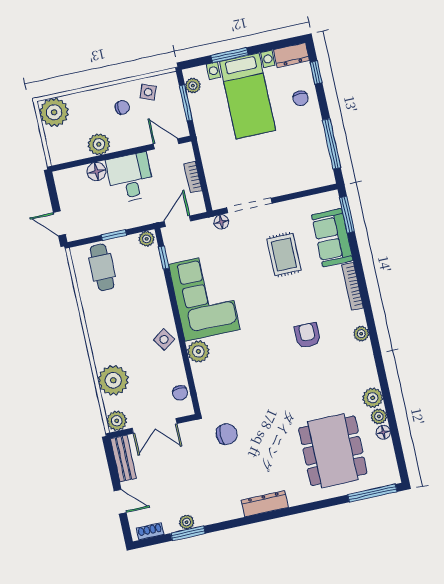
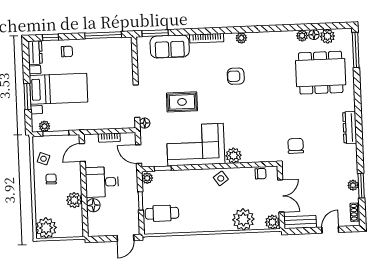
rug: (284, 254) -> (182, 102), moved
plant: (373, 398) -> (327, 36), moved

